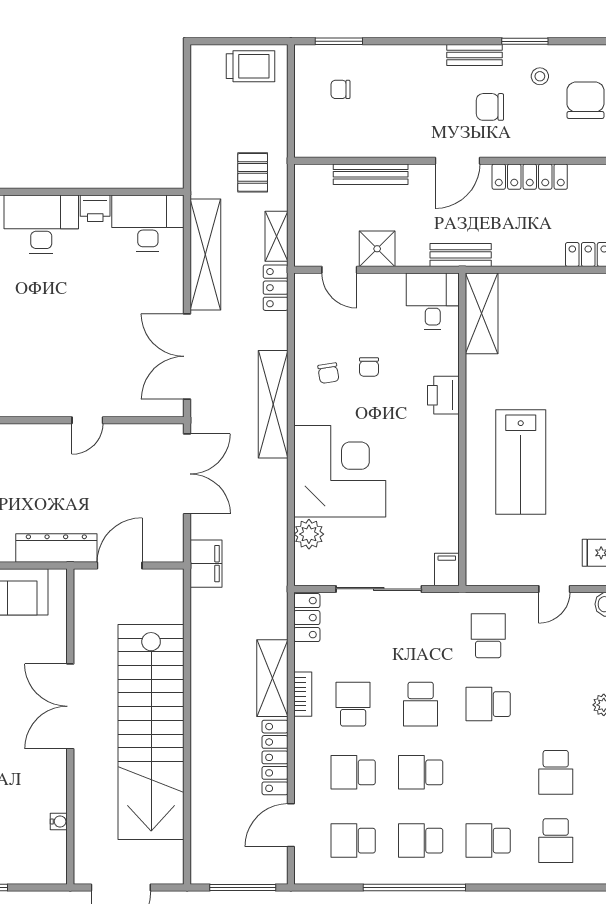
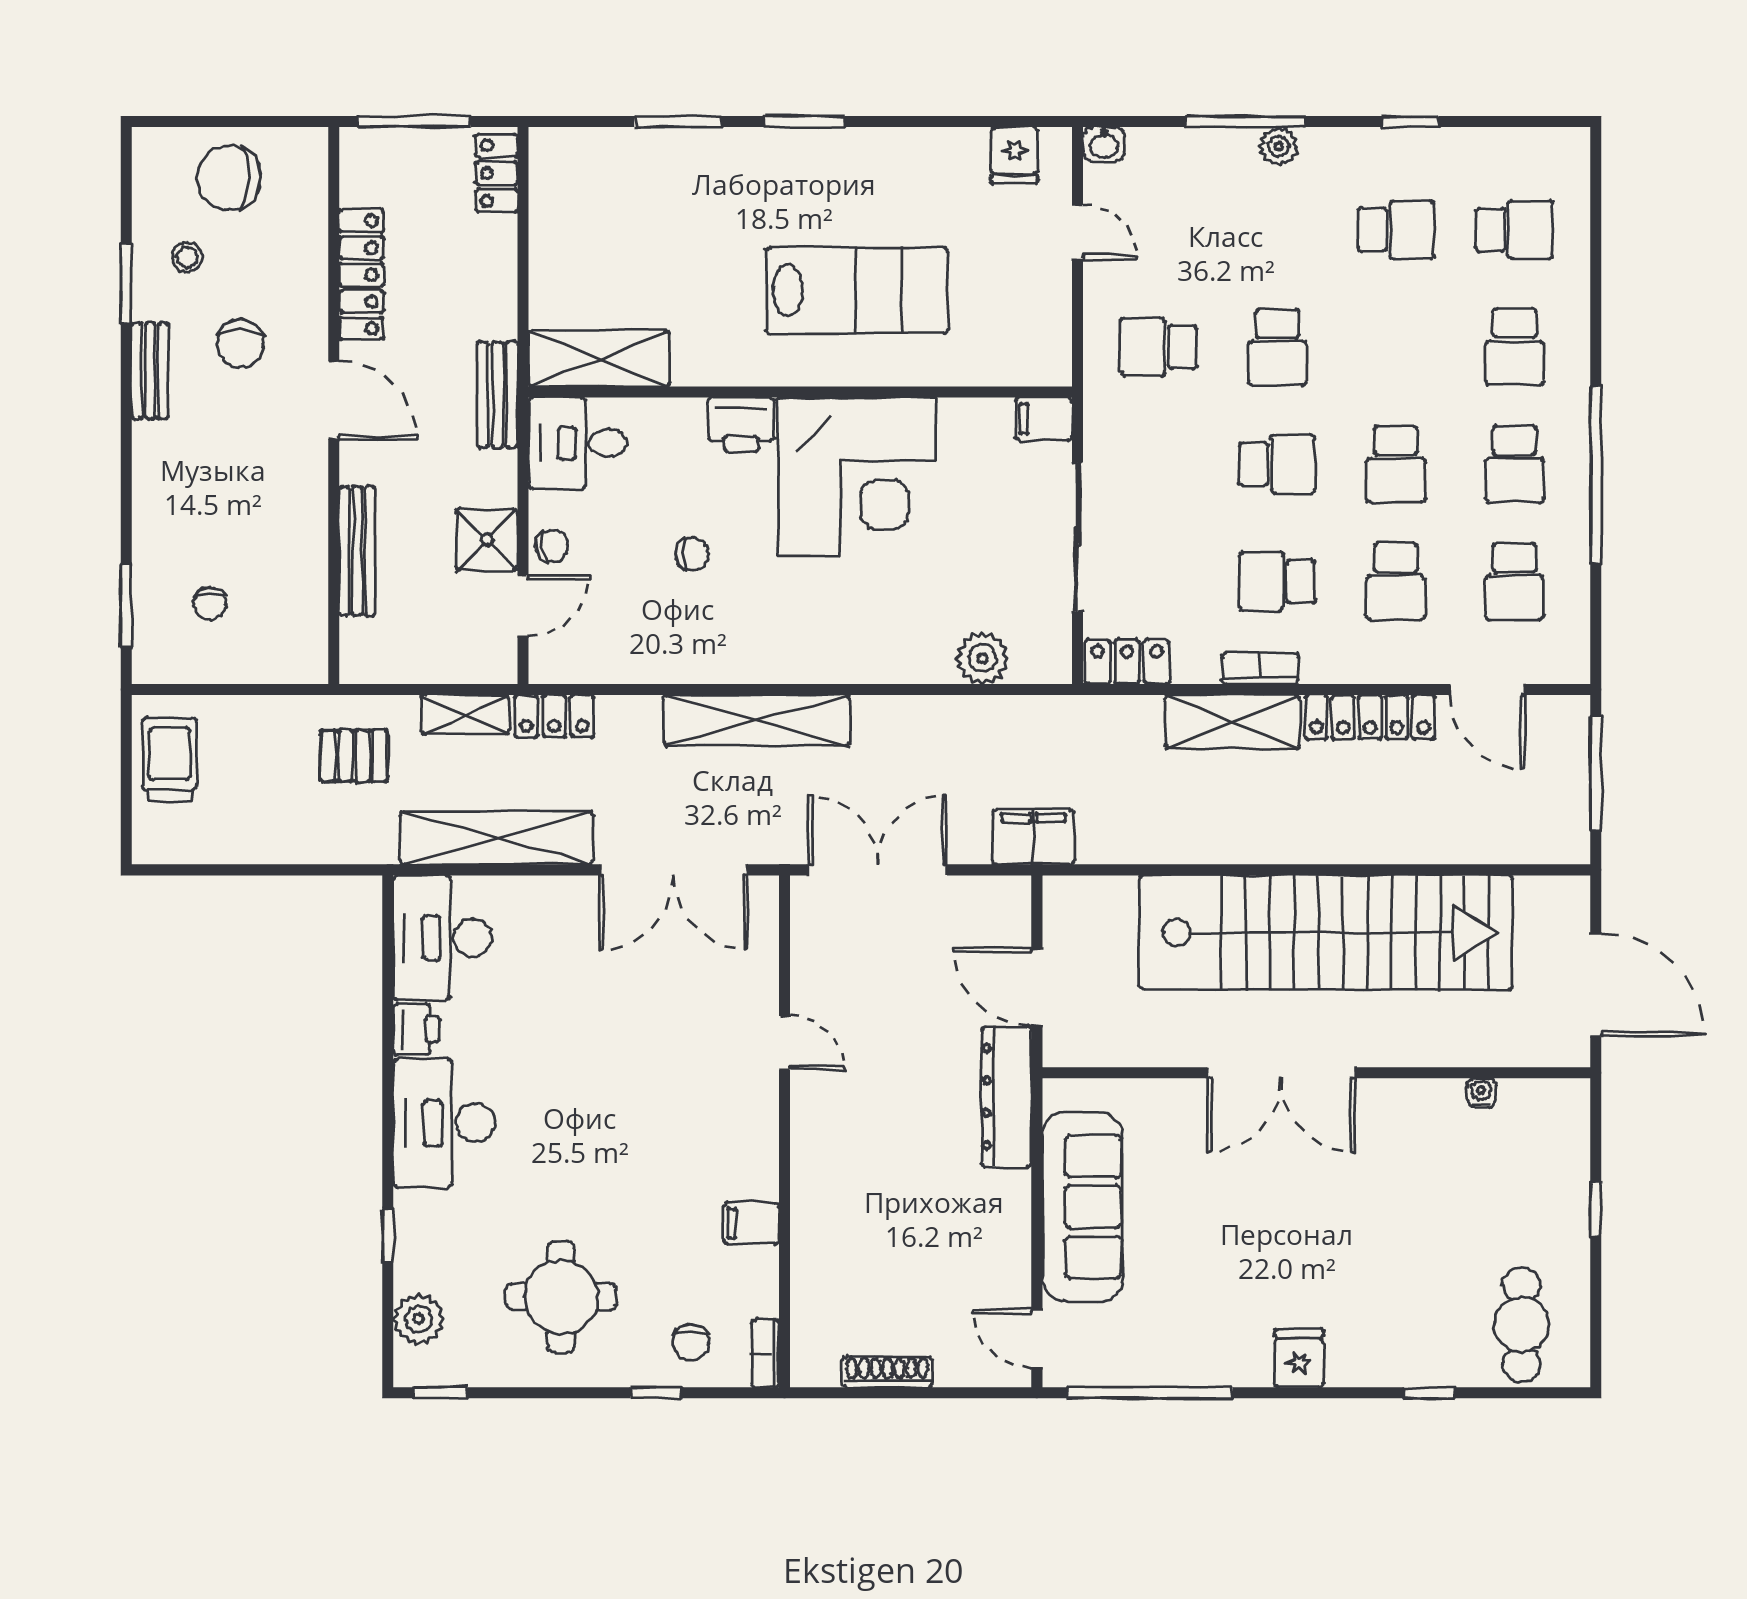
chair: (328, 373) -> (552, 546), moved
corner desk: (340, 471) -> (857, 477), moved, turned 180

